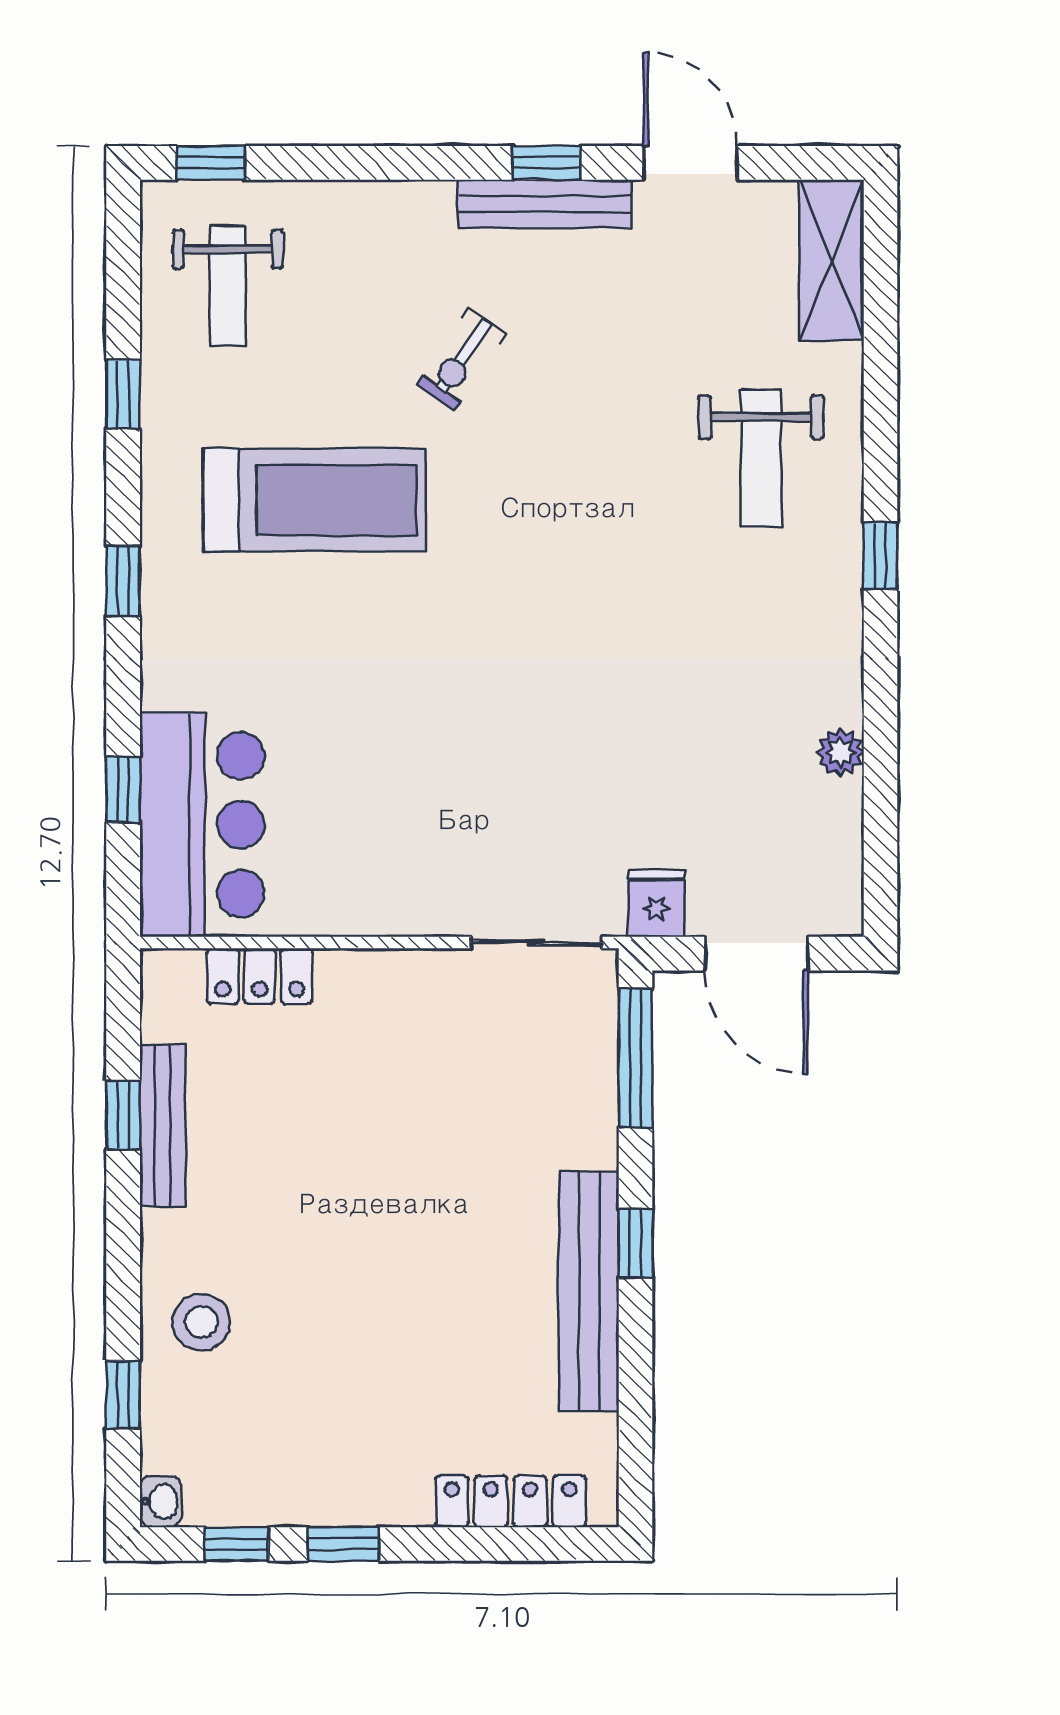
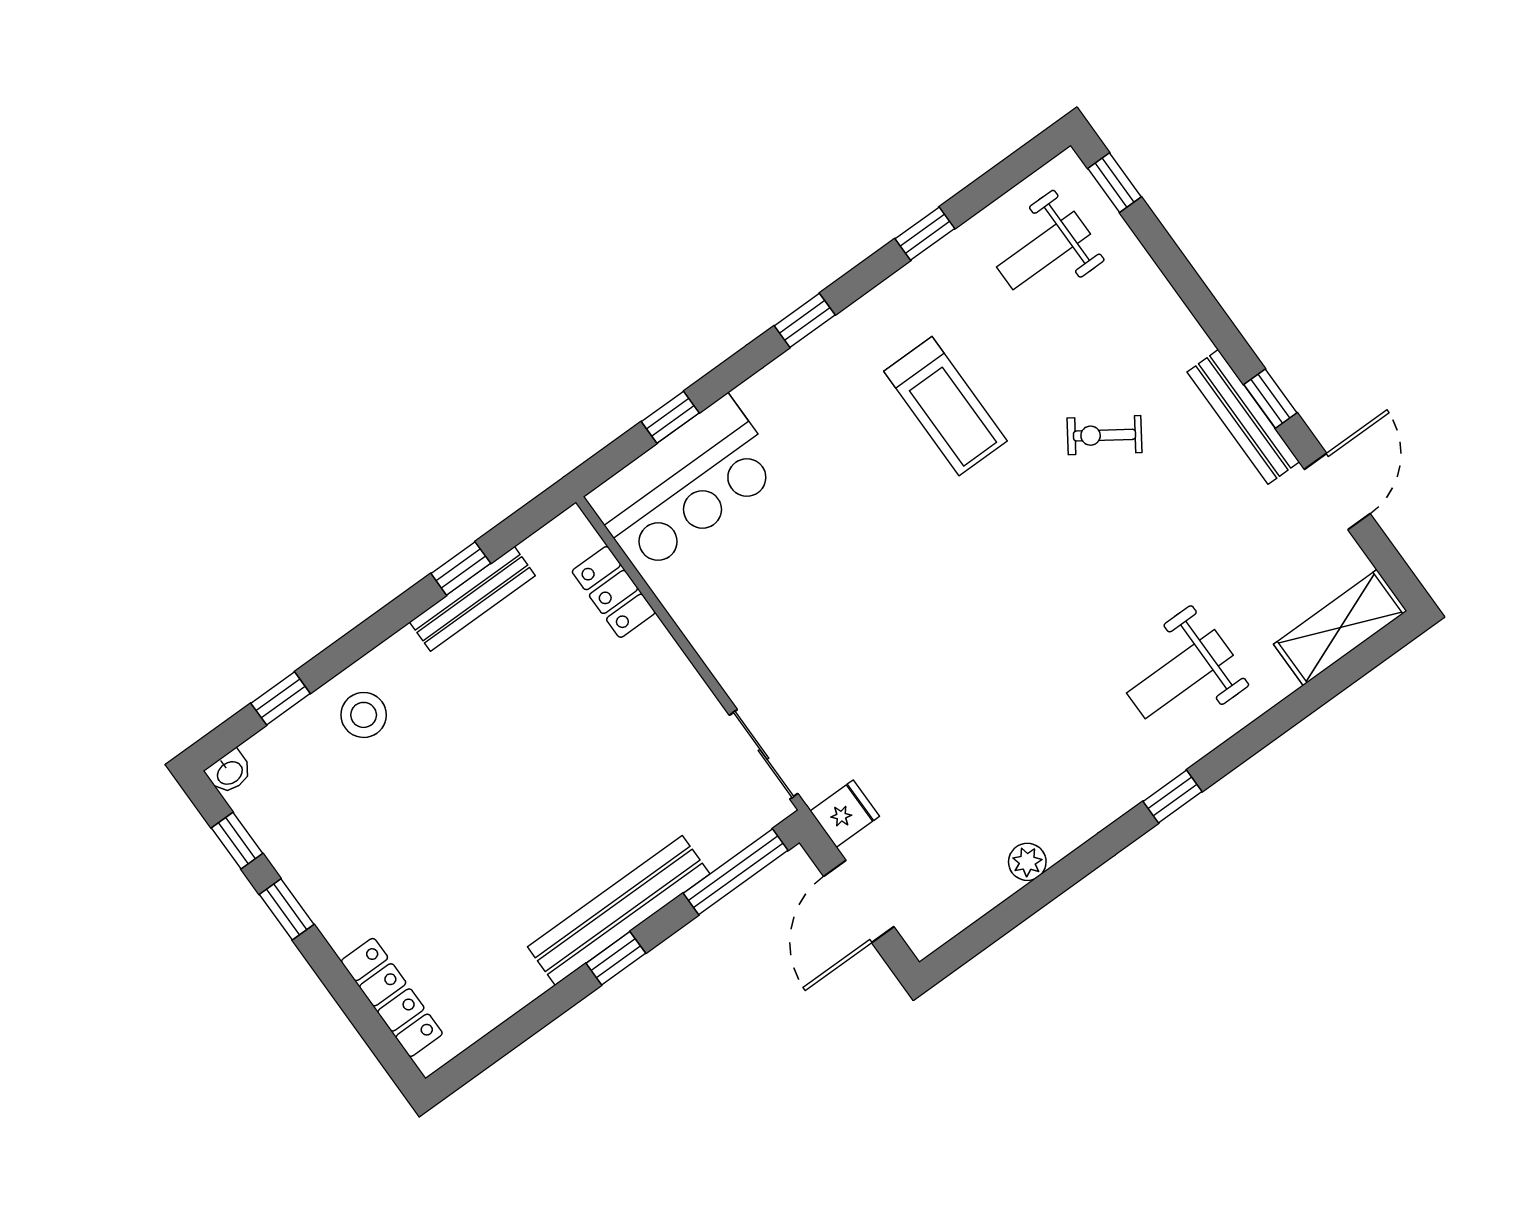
treadmill: (315, 500) -> (945, 406), width x0.73, depth x0.73
bench: (589, 1291) -> (619, 910), moved

